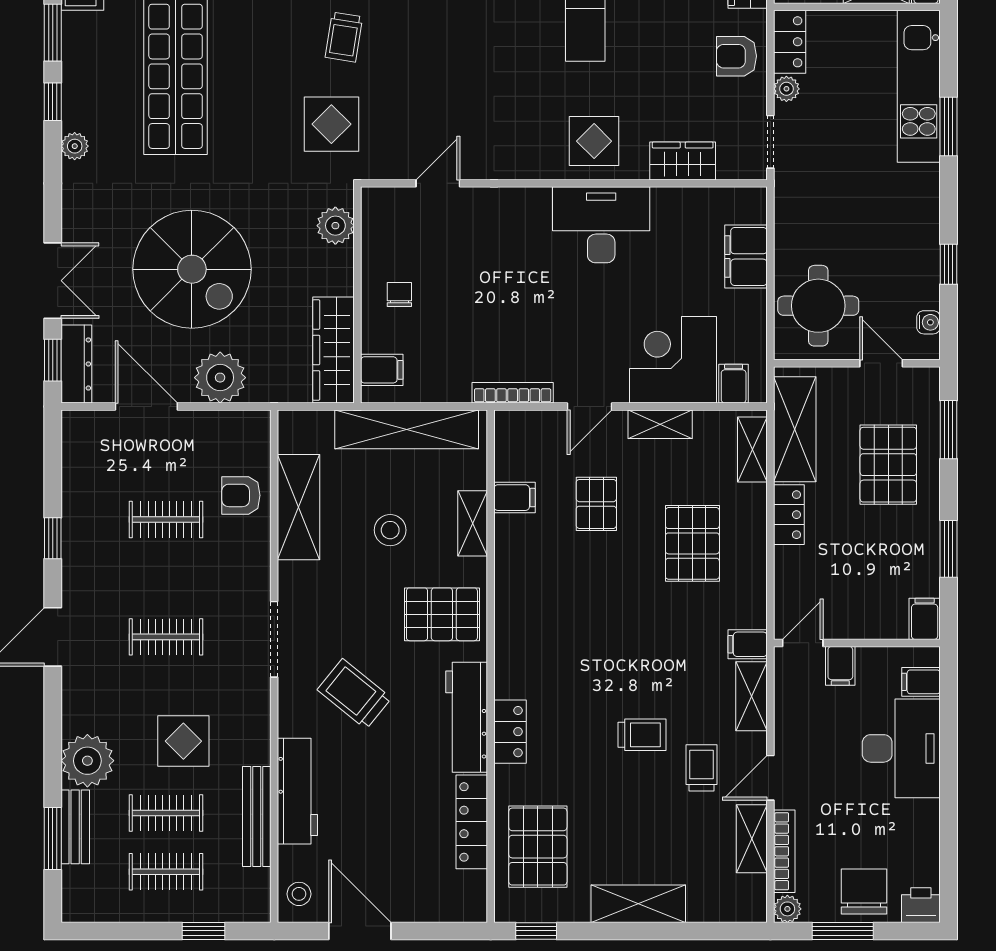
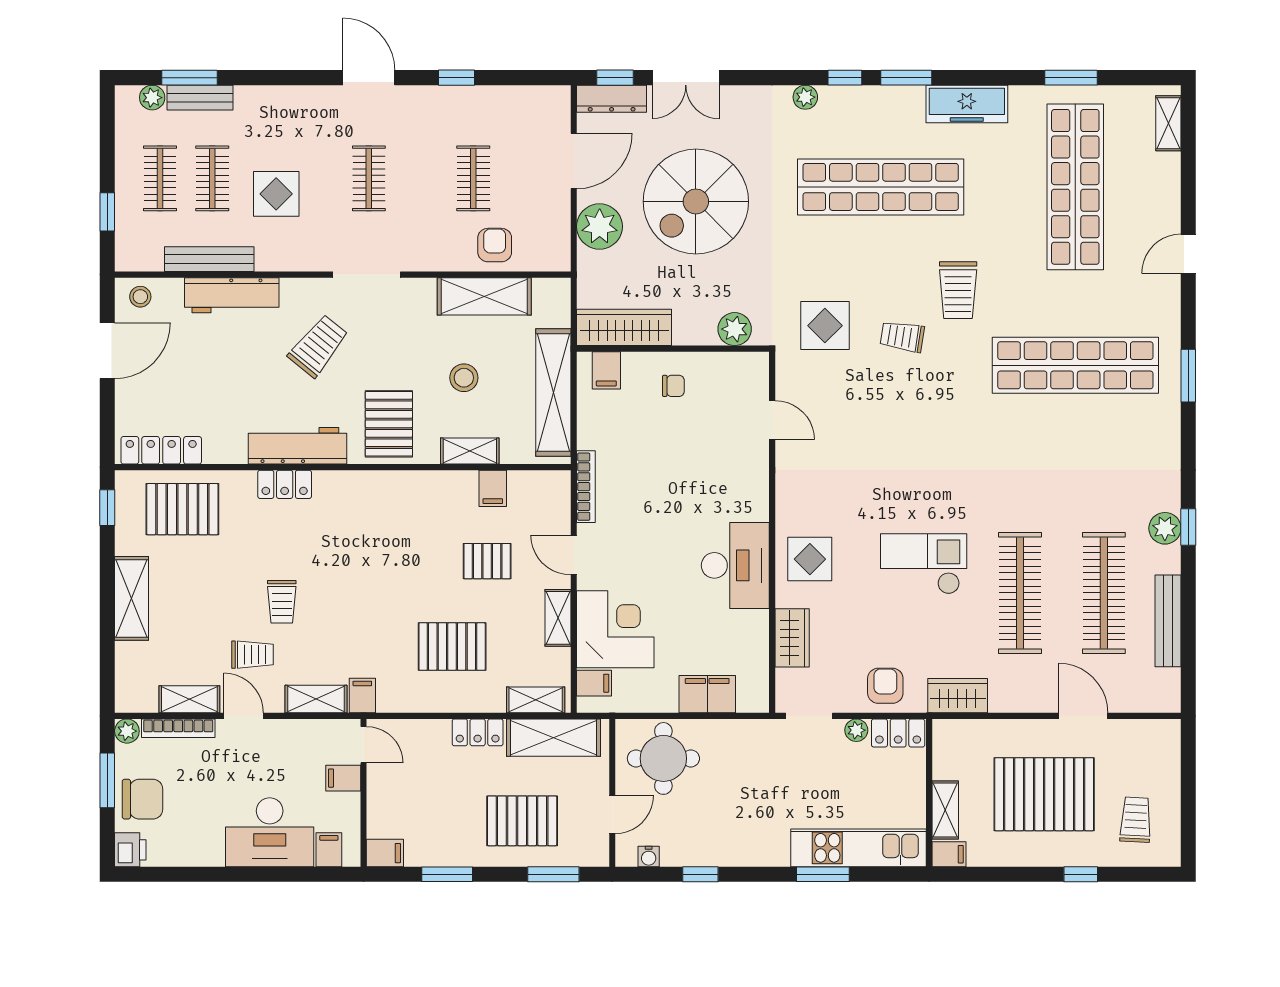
plant: (87, 761) -> (152, 98), moved, width x0.53, depth x0.53
locker: (472, 822) -> (161, 450), moved

